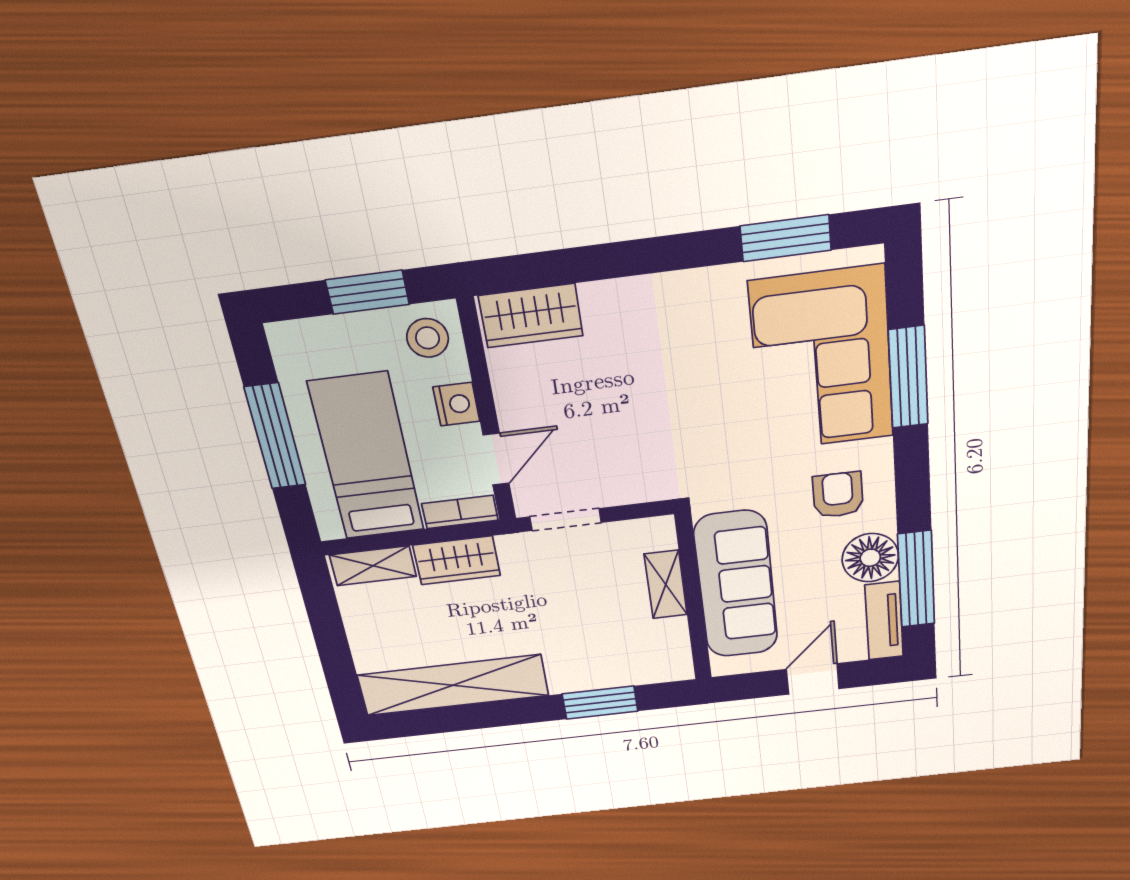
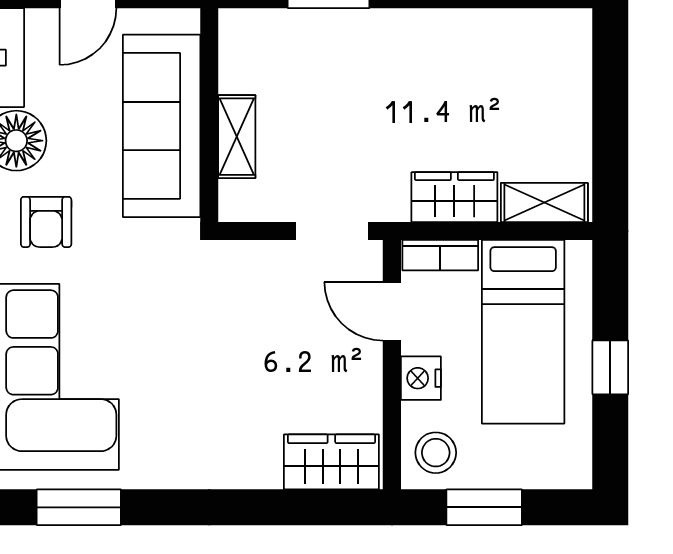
window: (275, 436) -> (610, 367), width x0.46
door: (496, 459) -> (392, 311), hinge flipped
shelving: (453, 685) -> (488, 36), removed

